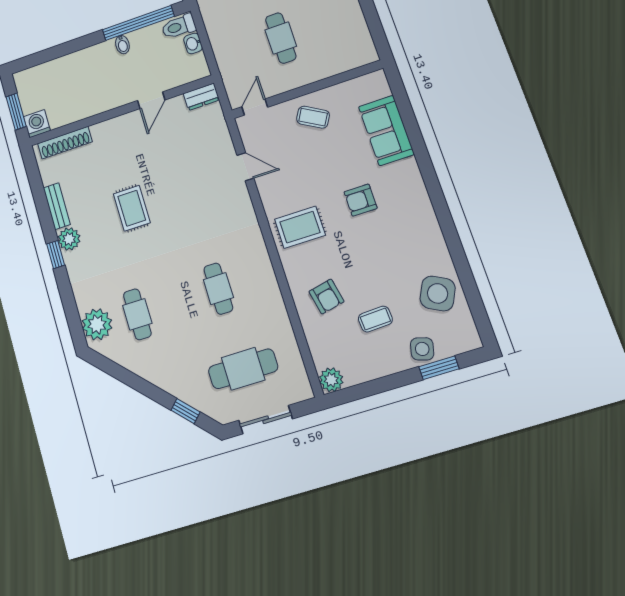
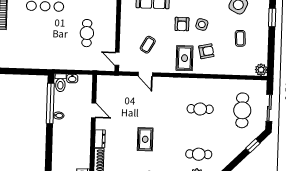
cafe table: (281, 38) -> (87, 33), turned 90
dresser: (201, 97) -> (100, 139), moved
coffee table: (313, 117) -> (148, 45), moved
door: (245, 167) -> (145, 74), swing flipped
rug: (132, 208) -> (145, 139), turned 90
armchair: (326, 297) -> (206, 51), moved
side table: (422, 349) -> (202, 24), moved

